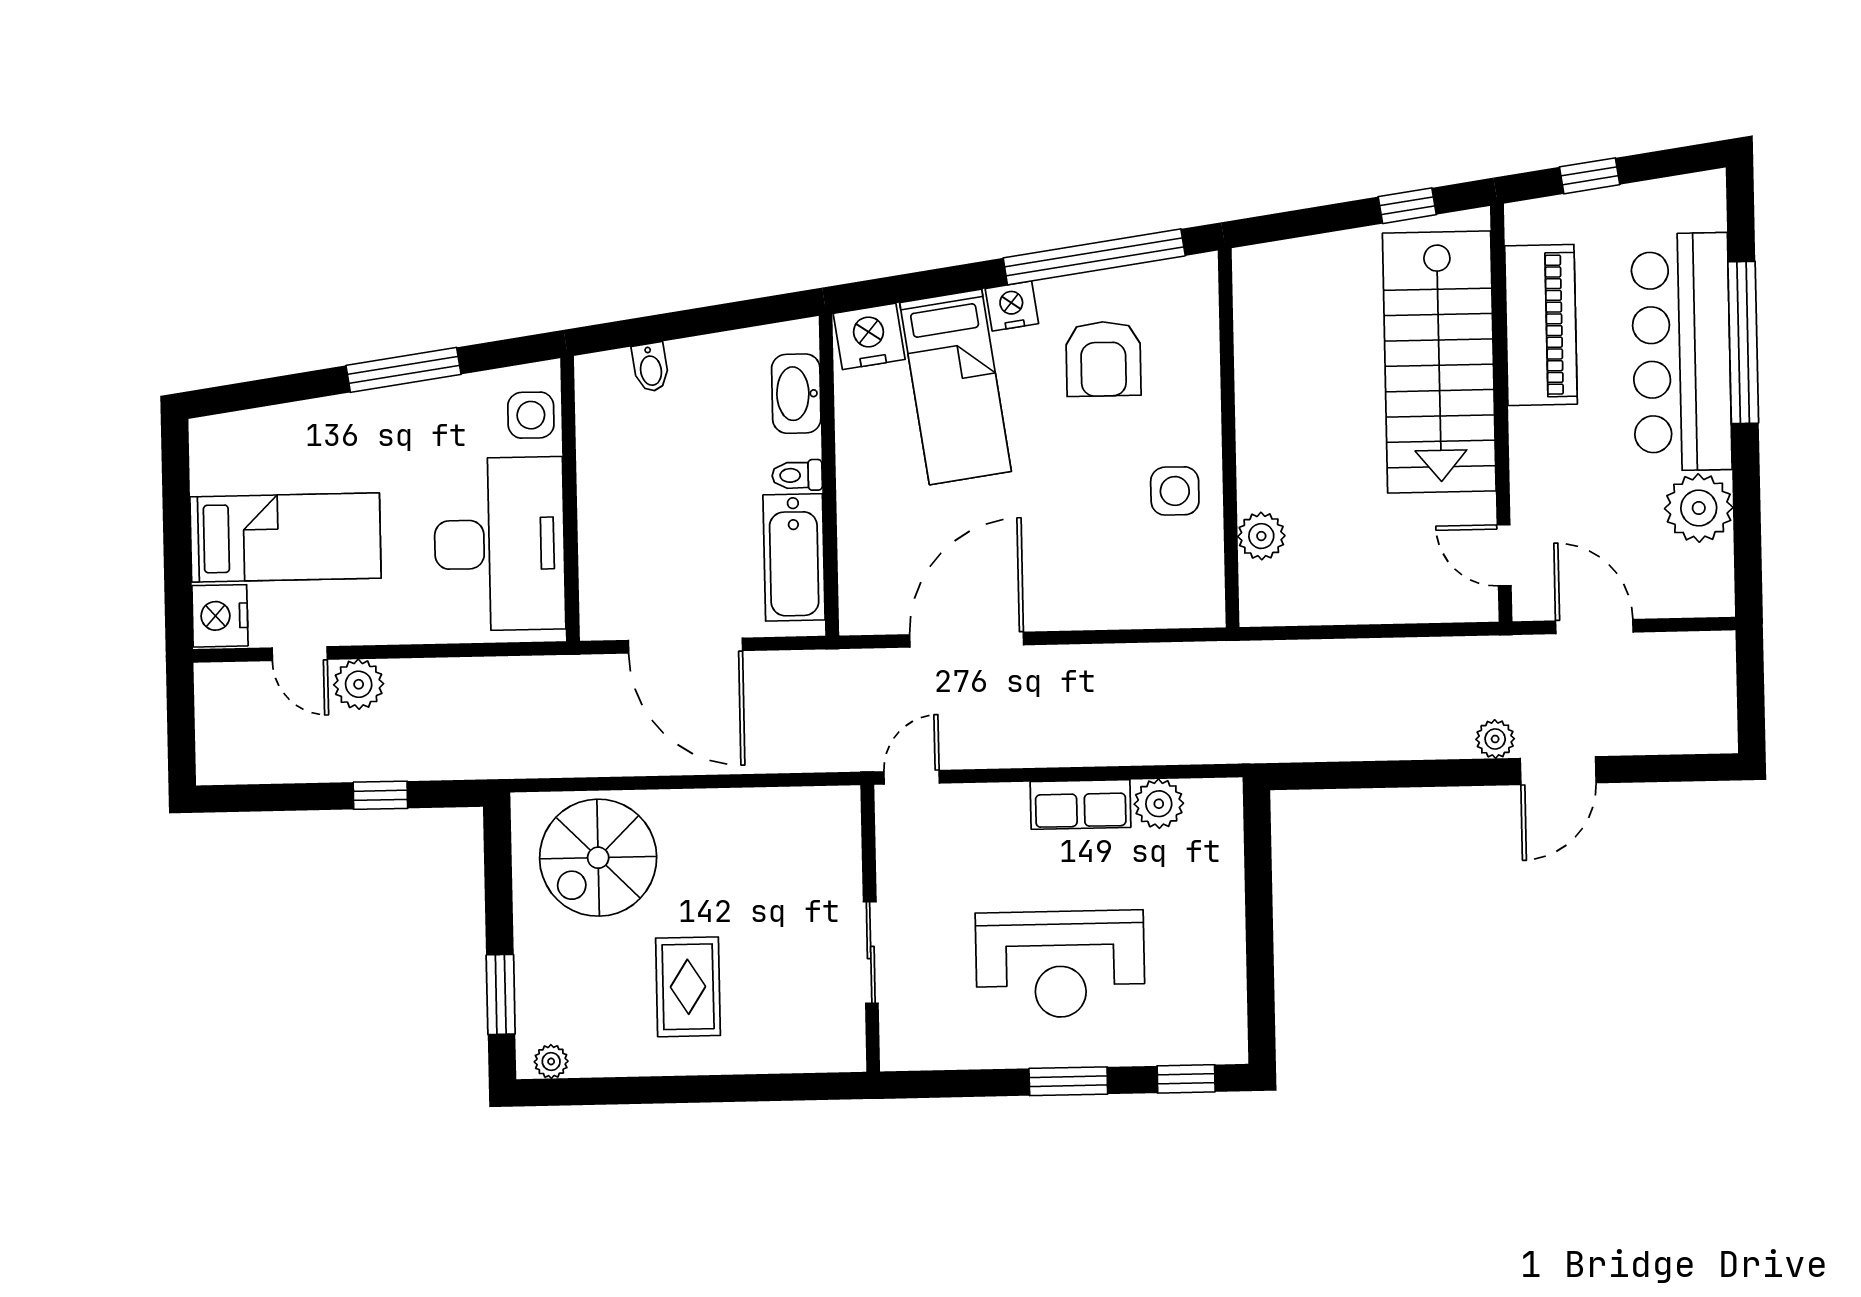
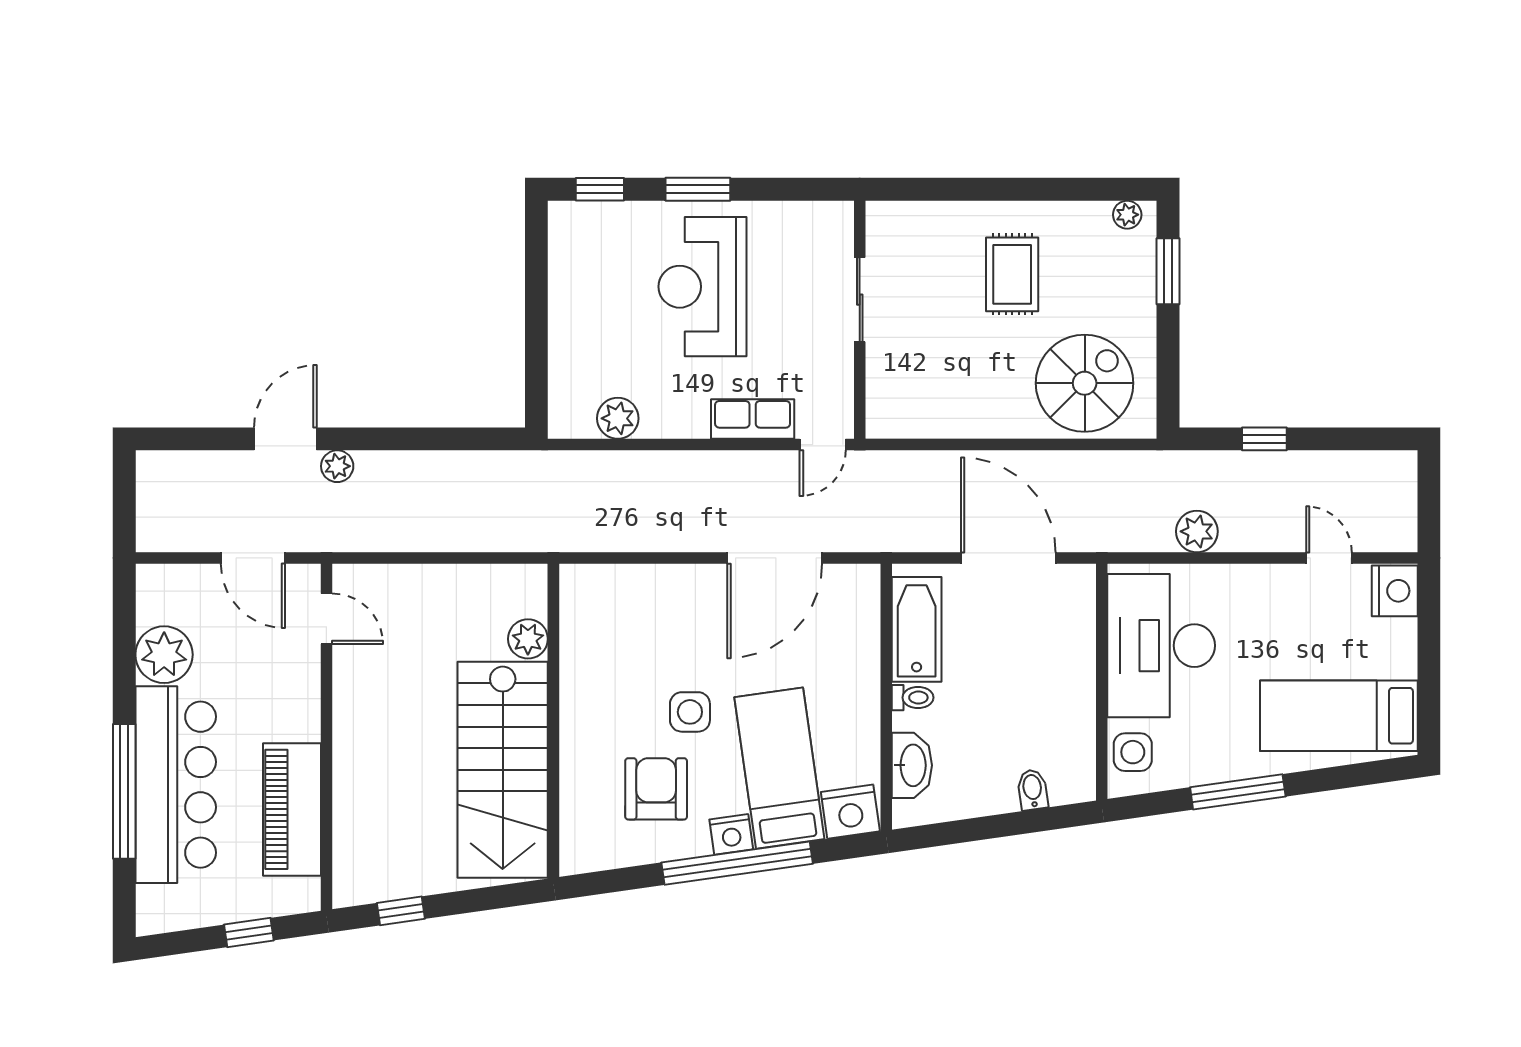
window: (1094, 257) -> (737, 863), moved
stairs: (1439, 362) -> (503, 770), moved, turned 180
side table: (1175, 491) -> (690, 712), moved
bed: (286, 537) -> (1339, 716), moved
plant: (359, 684) -> (1197, 531), moved
row of seats: (1081, 804) -> (753, 419), moved
reception desk: (1060, 964) -> (703, 287), turned -90

